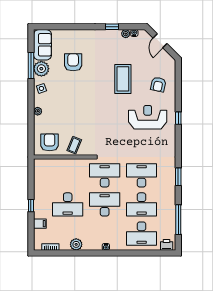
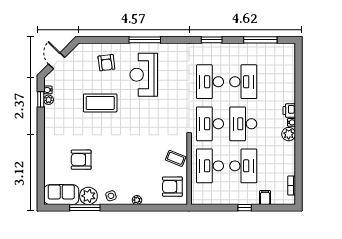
window: (112, 27) -> (41, 99), moved
door: (160, 41) -> (57, 61), swing flipped
armchair: (158, 84) -> (106, 63), turned 71
window: (178, 118) -> (145, 40), width x2.17
desk: (142, 234) -> (210, 166), moved, turned 180
plant: (76, 244) -> (289, 134), moved
printer: (167, 245) -> (289, 111), moved

